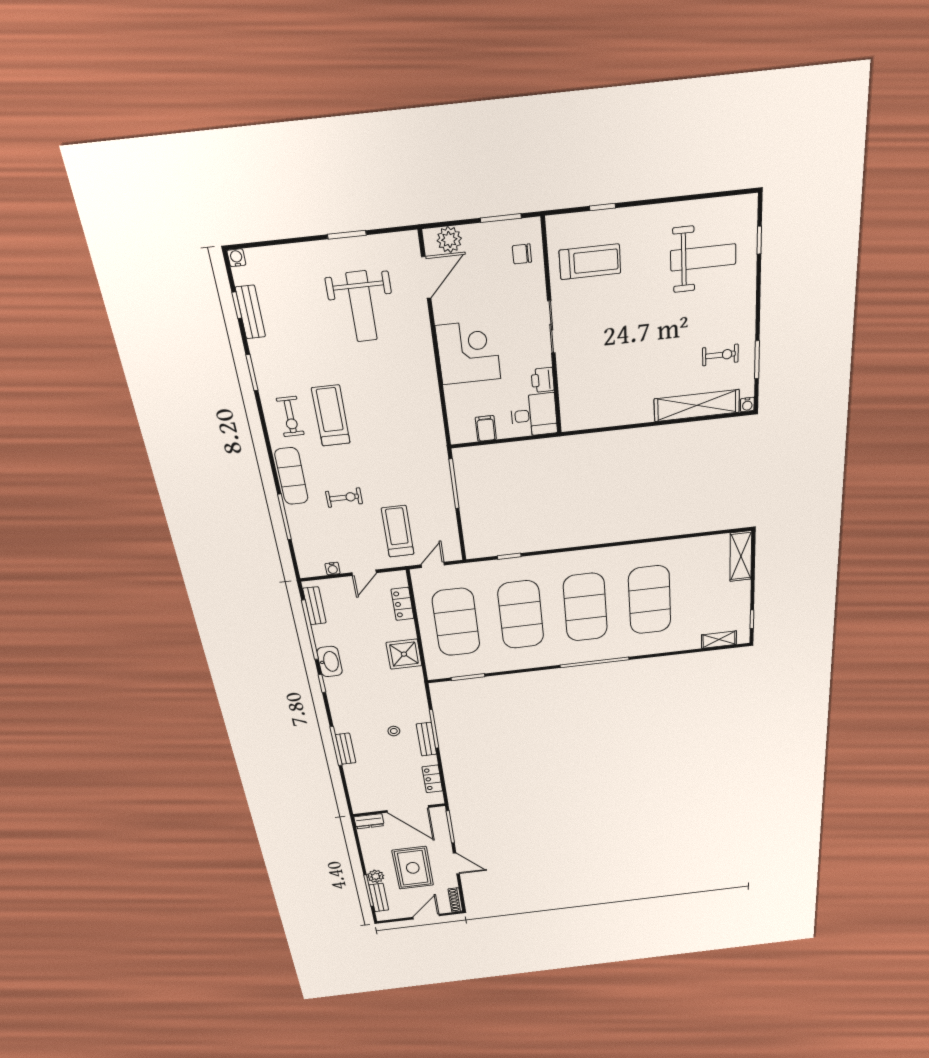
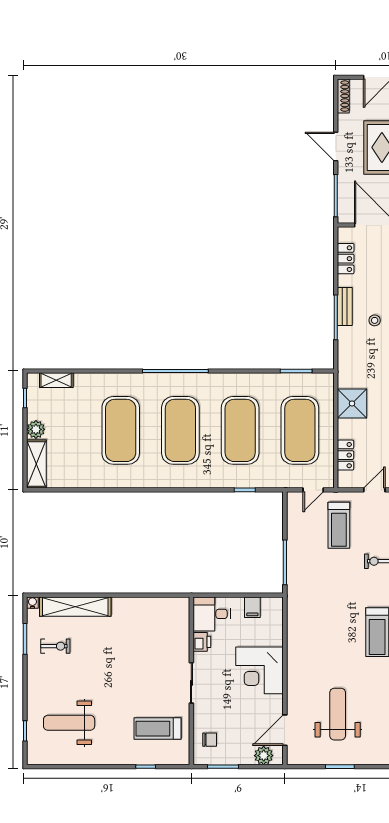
exercise bike: (720, 355) -> (55, 646), turned 180
plant: (741, 590) -> (36, 429), added

